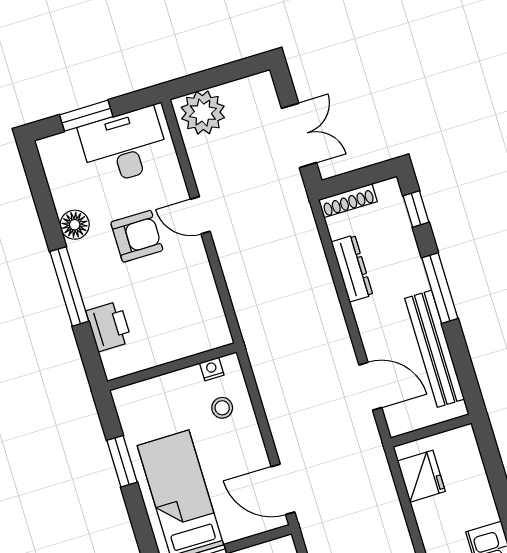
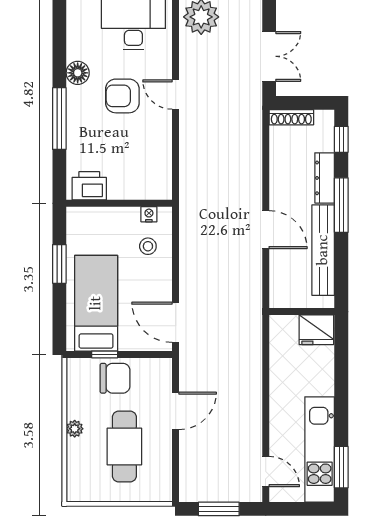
armchair: (137, 236) -> (122, 96), turned 180
dresser: (352, 268) -> (325, 178), moved, turned 180
printer: (109, 326) -> (89, 186), moved, turned -90
door: (370, 386) -> (266, 230), moved
fridge: (421, 476) -> (316, 330), moved, turned 90

